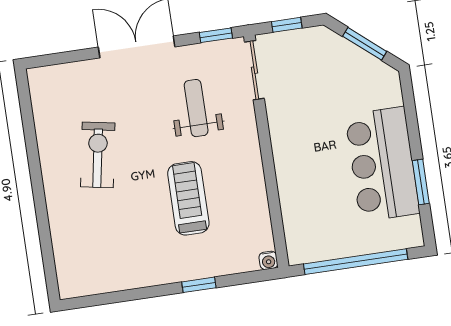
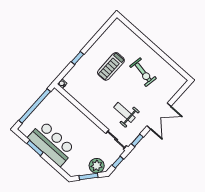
plant: (332, 51) -> (97, 166), added
weight bench: (196, 108) -> (124, 112), turned 180
treadmill: (188, 198) -> (111, 66), moved, turned 90

